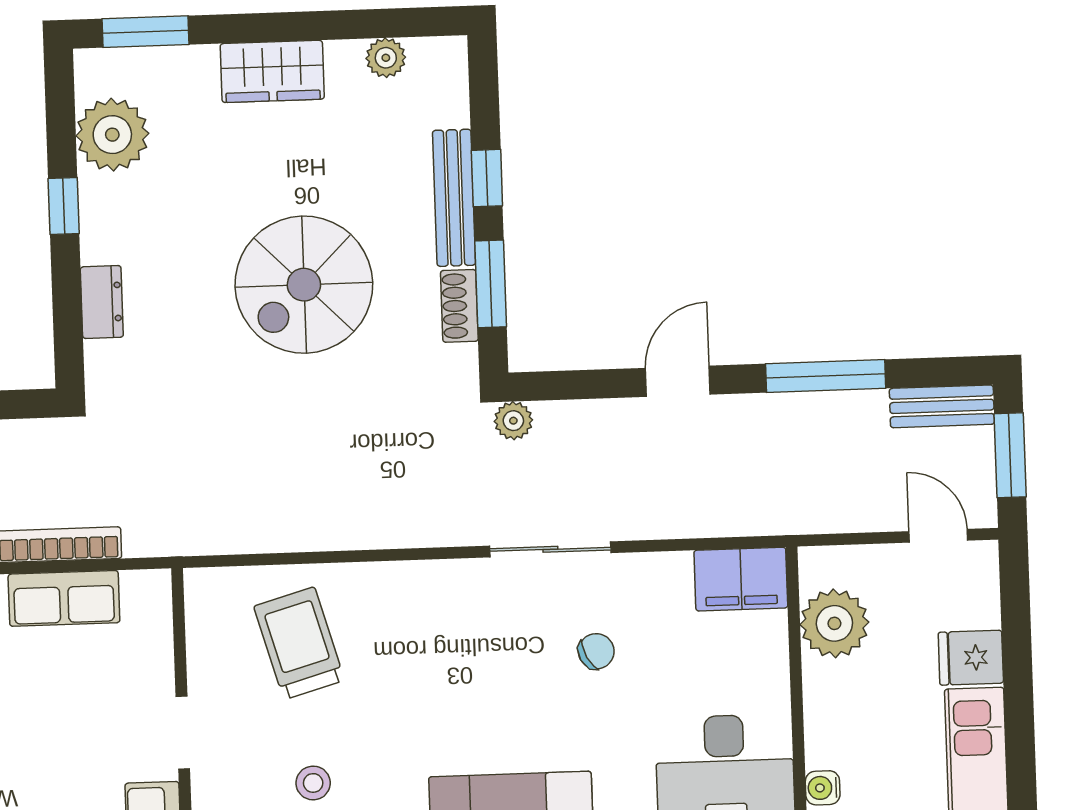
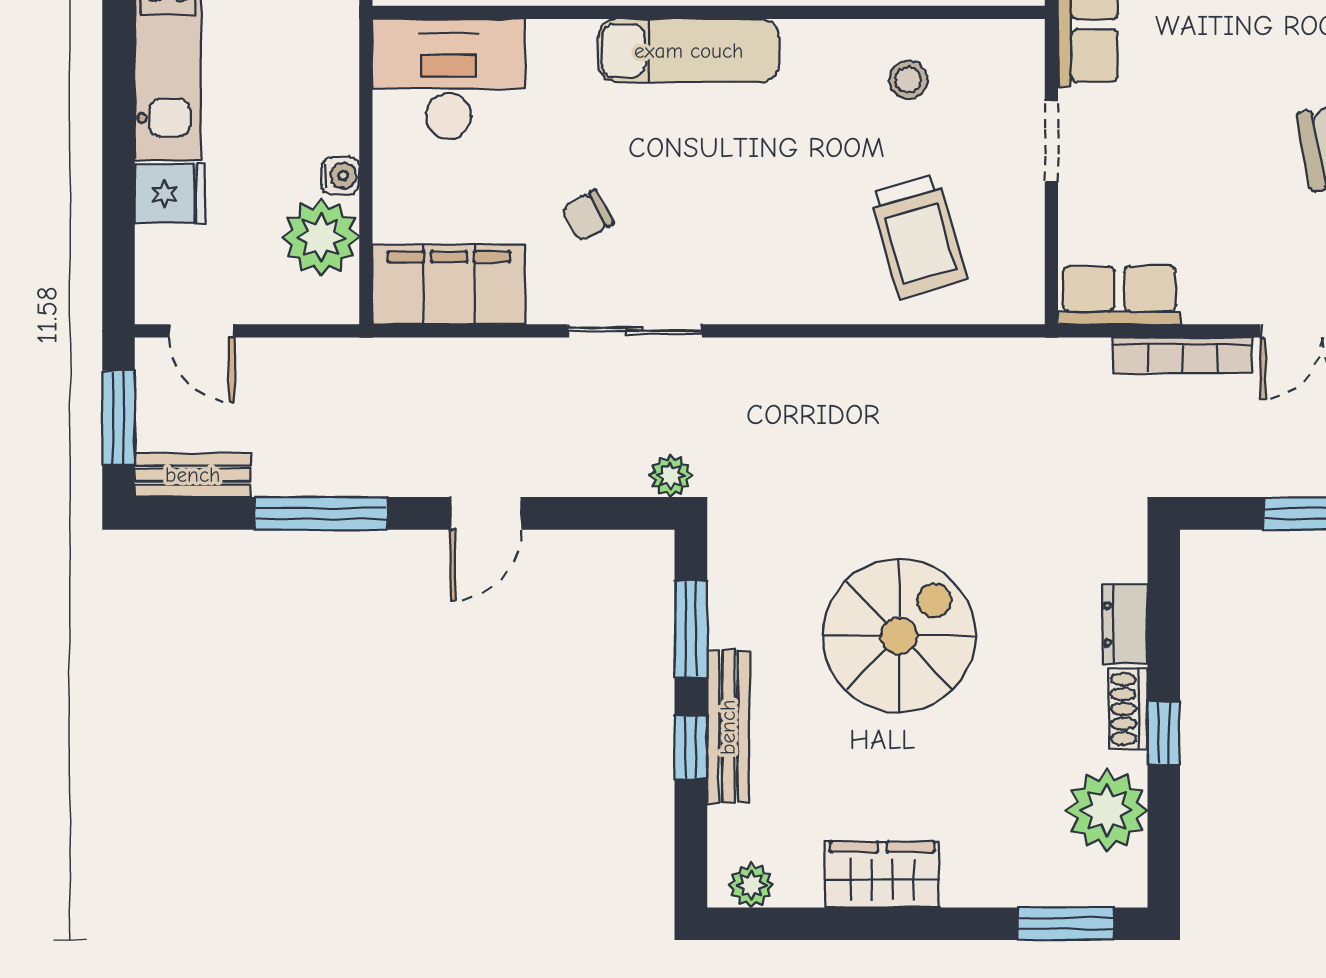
plant: (386, 58) -> (751, 885), moved
wardrobe: (272, 71) -> (882, 875), moved
shoe rack: (459, 306) -> (1128, 709), moved, turned 180
filing cabinet: (741, 579) -> (449, 285), width x1.50, depth x1.17
row of seats: (64, 598) -> (1119, 295), moved
water cooler: (823, 788) -> (340, 176), moved

